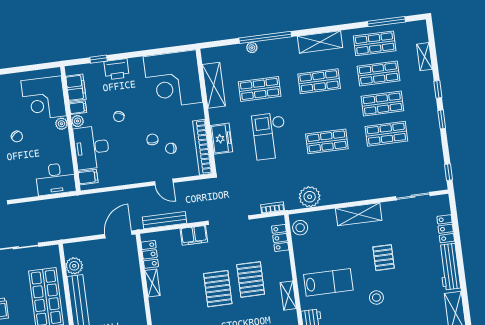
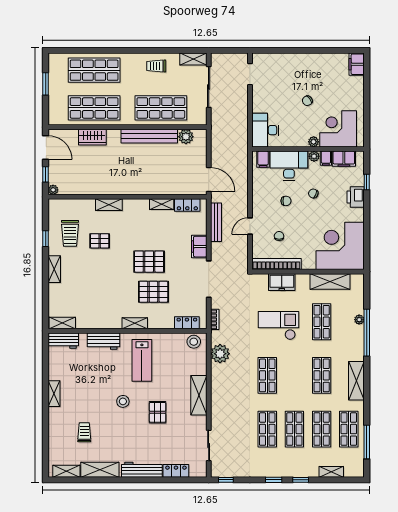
chair: (152, 139) -> (286, 201), moved
pallet: (384, 258) -> (158, 412), turned 90

